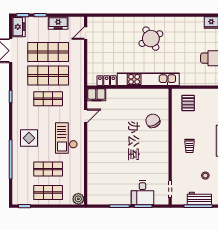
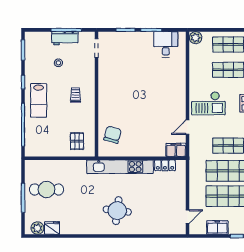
round table: (151, 39) -> (117, 211), turned 36
chair: (153, 121) -> (112, 135), moved, turned -140
checkout: (66, 138) -> (208, 103), turned 90
desk: (142, 193) -> (166, 44), moved

